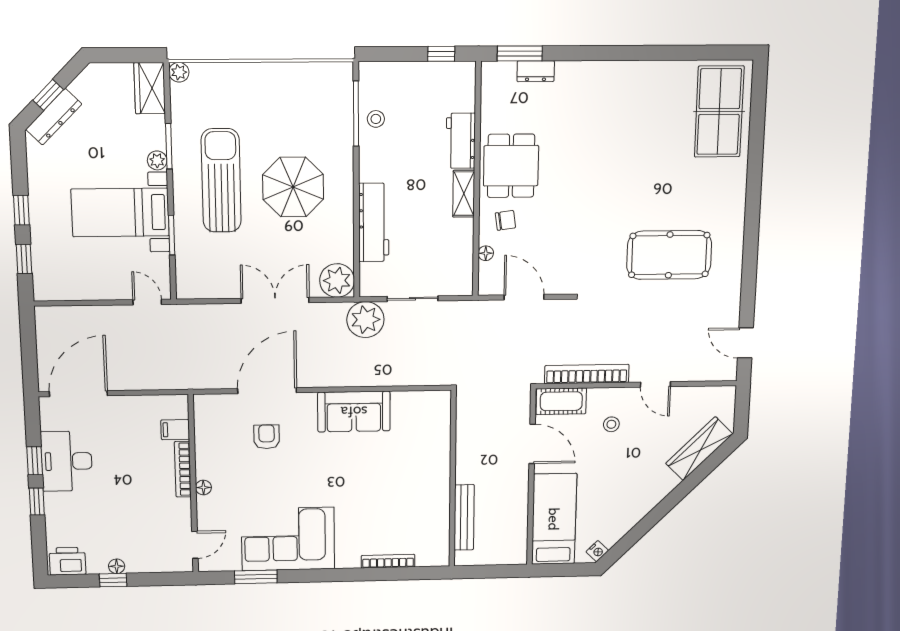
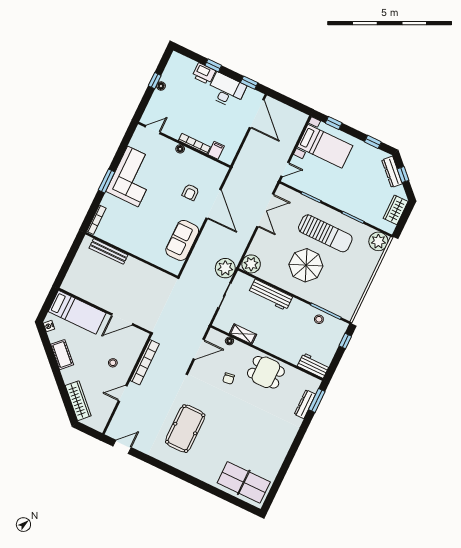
window: (441, 54) -> (345, 341), moved
dresser: (536, 71) -> (305, 404), width x1.44
plant: (179, 72) -> (378, 241), width x1.88, depth x1.88
wardrobe: (150, 88) -> (396, 210), moved, turned -90
workbench: (461, 141) -> (313, 366), moved
plant: (157, 160) -> (349, 209), removed
shelving: (464, 194) -> (243, 334), moved
window: (21, 210) -> (373, 142), moved
bed with nightstands: (120, 212) -> (325, 146), moved, turned 90
chair: (505, 220) -> (229, 379), moved
double door: (275, 300) -> (265, 210), moved
cot: (561, 401) -> (62, 355), moved, turned -45
armchair: (267, 437) -> (191, 192), turned 90
window: (35, 461) -> (249, 83), moved
wall: (453, 479) -> (131, 255), moved
bench: (464, 517) -> (108, 251), moved
door: (195, 545) -> (153, 130), swing flipped
printer: (68, 561) -> (204, 74), moved, turned 90
window: (256, 577) -> (107, 181), moved

